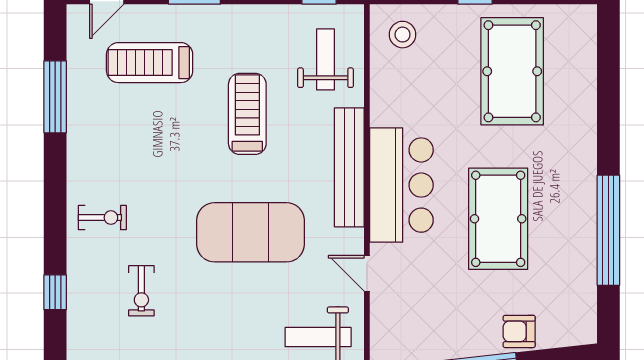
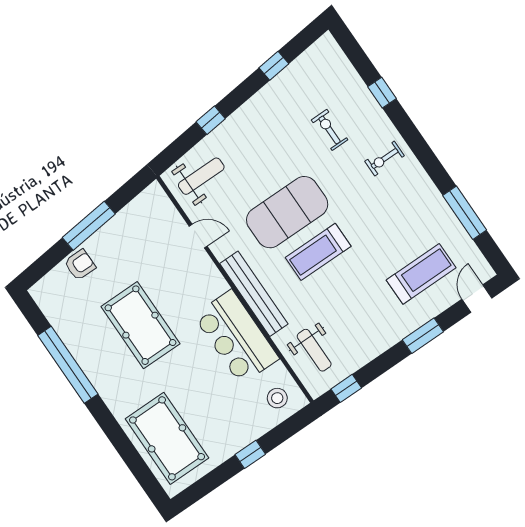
pool table: (512, 71) -> (167, 438), moved
treadmill: (247, 114) -> (318, 252), moved, turned 90
bar counter: (401, 185) -> (236, 337), moved

